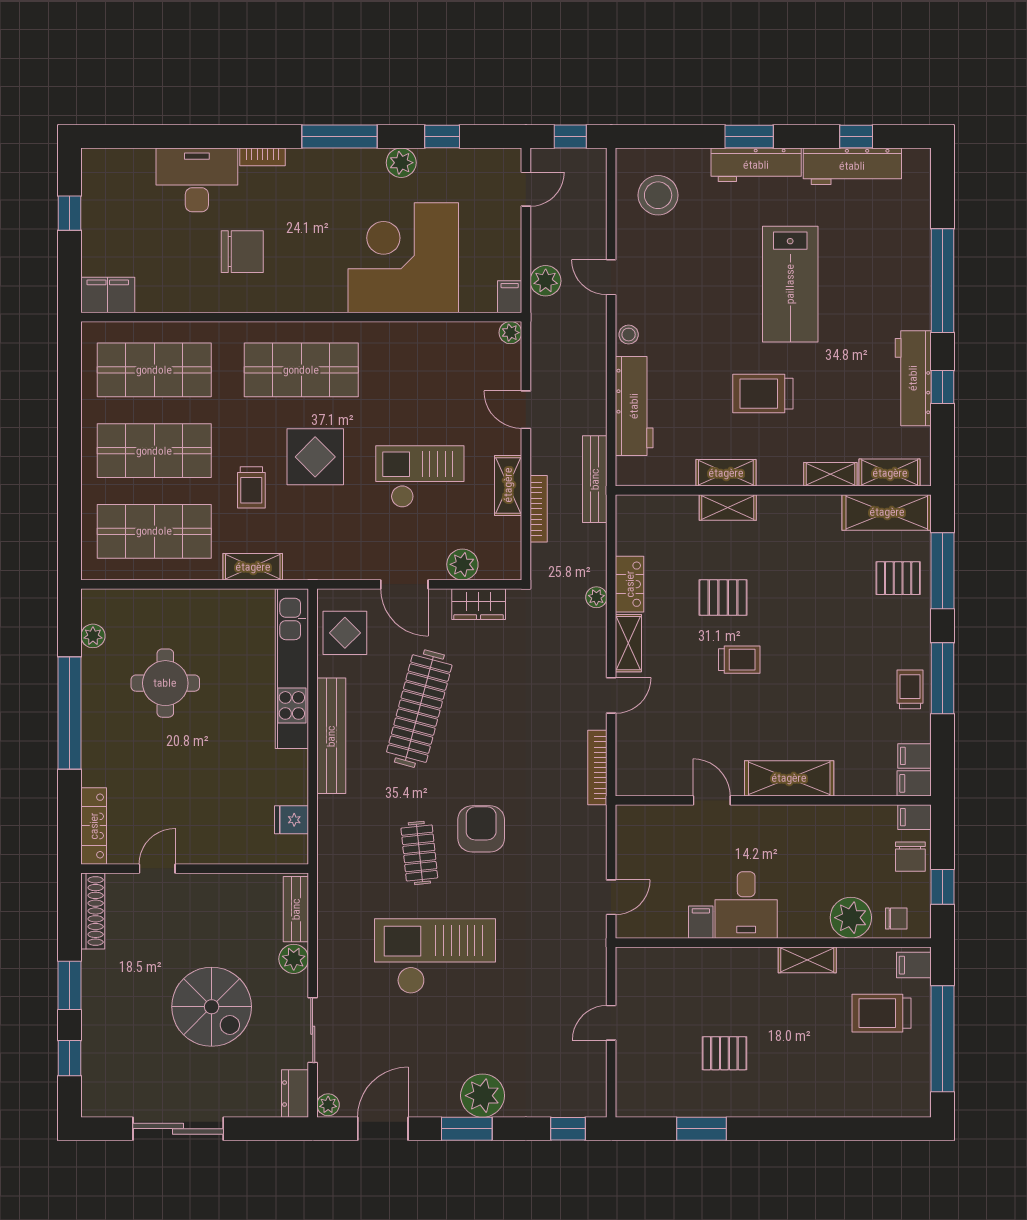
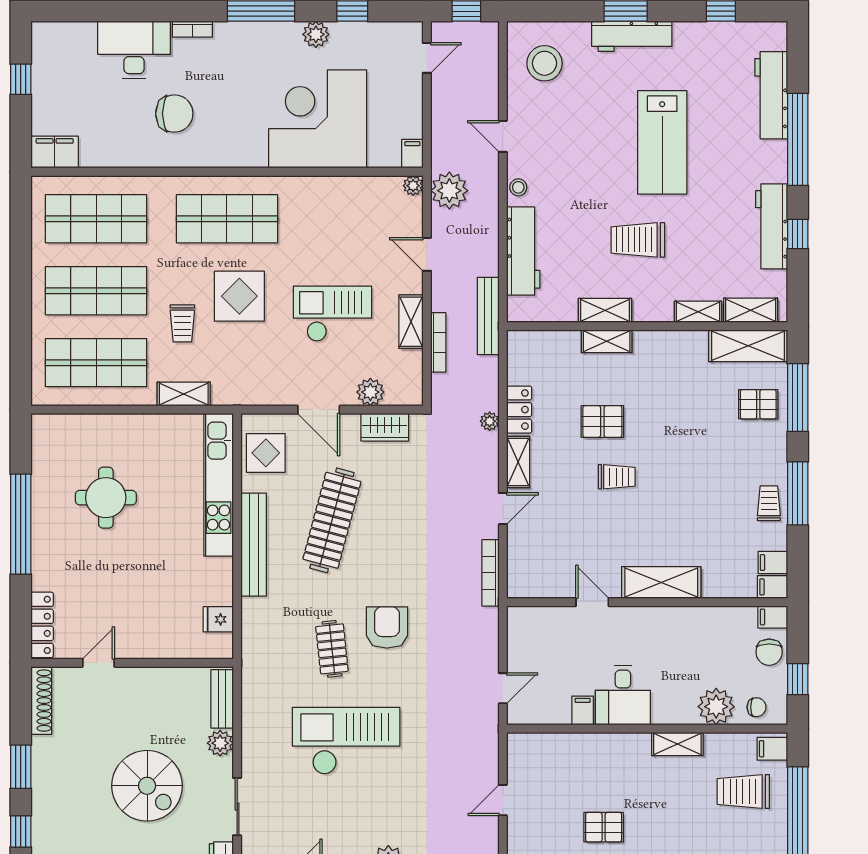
workbench: (852, 166) -> (771, 95), moved, turned 90
plant: (546, 281) -> (449, 191), moved, width x1.36, depth x1.36
plant: (93, 636) -> (41, 456), removed

